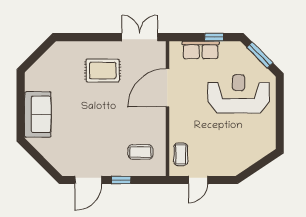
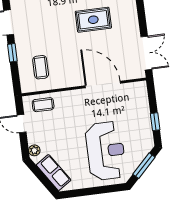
row of seats: (201, 50) -> (54, 173), moved, turned 146
rug: (103, 71) -> (93, 20), moved, turned 90
plant: (228, 170) -> (34, 150), added

